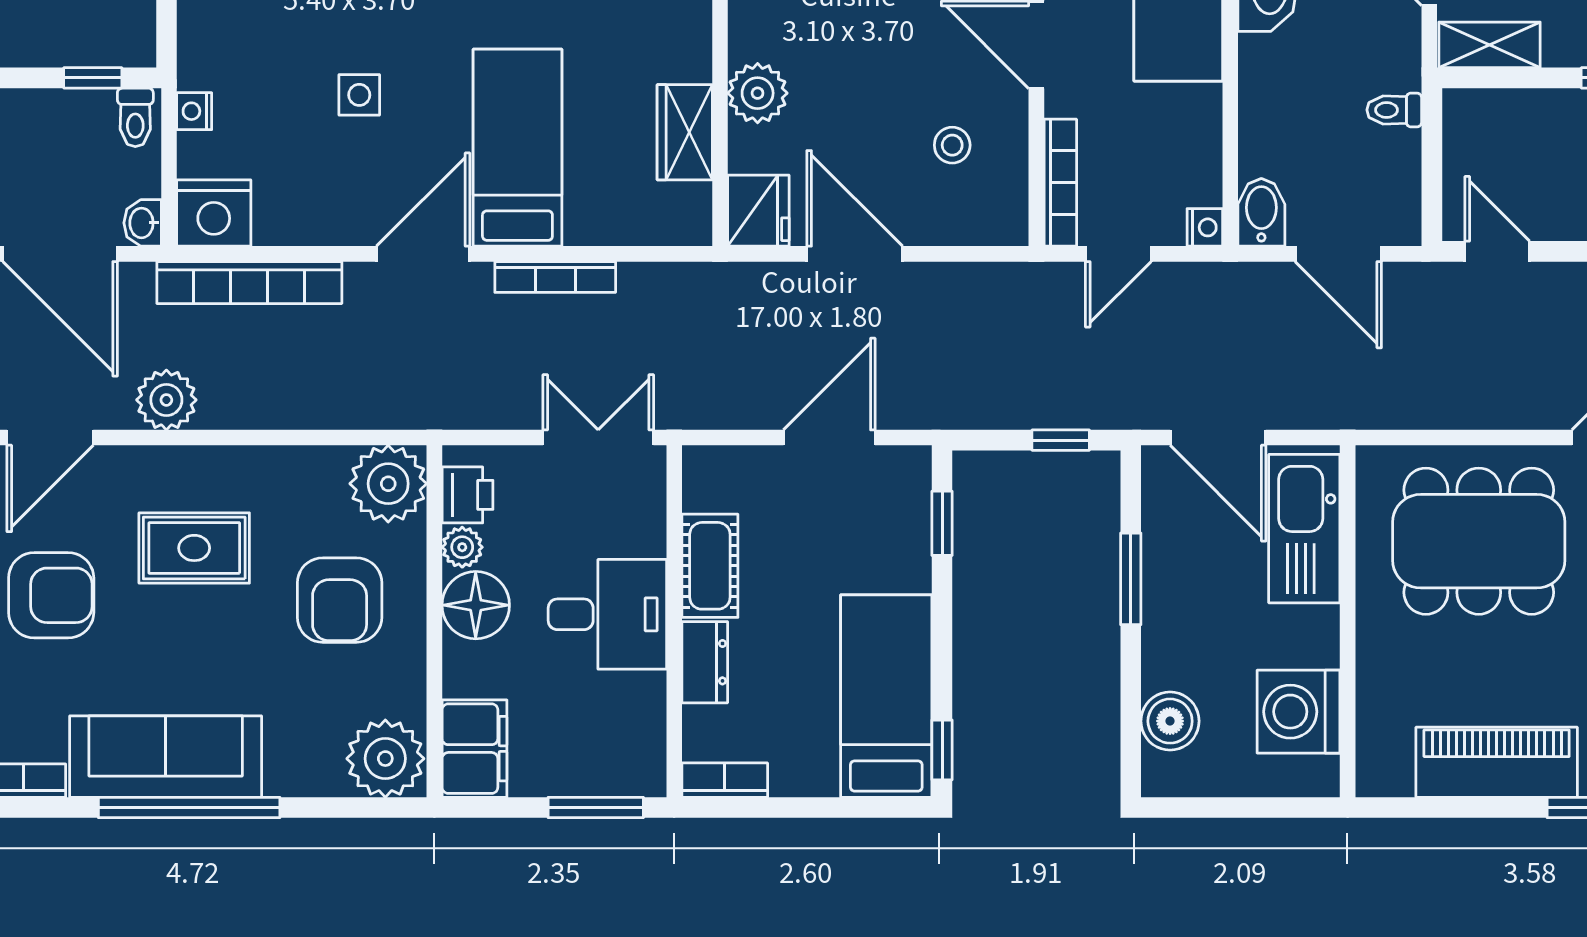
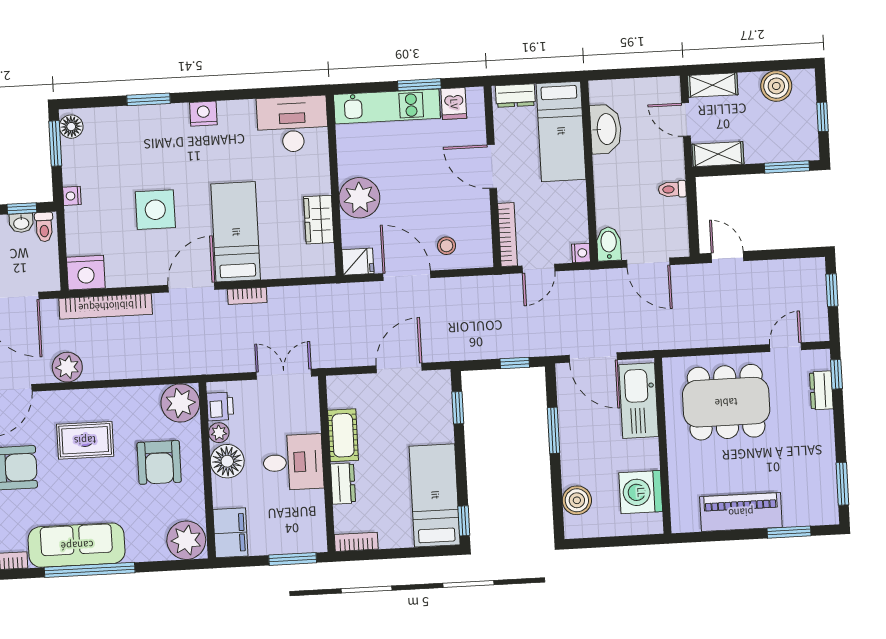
plant: (758, 93) -> (359, 198), width x1.36, depth x1.36
side table: (359, 95) -> (155, 210), width x1.87, depth x1.87
nightstand: (194, 111) -> (72, 196), moved
stool: (952, 145) -> (447, 246), moved
fridge: (758, 211) -> (358, 262), width x0.72
washbasin: (143, 223) -> (21, 223), moved, turned -90
bookcase: (555, 277) -> (247, 296), width x0.64

